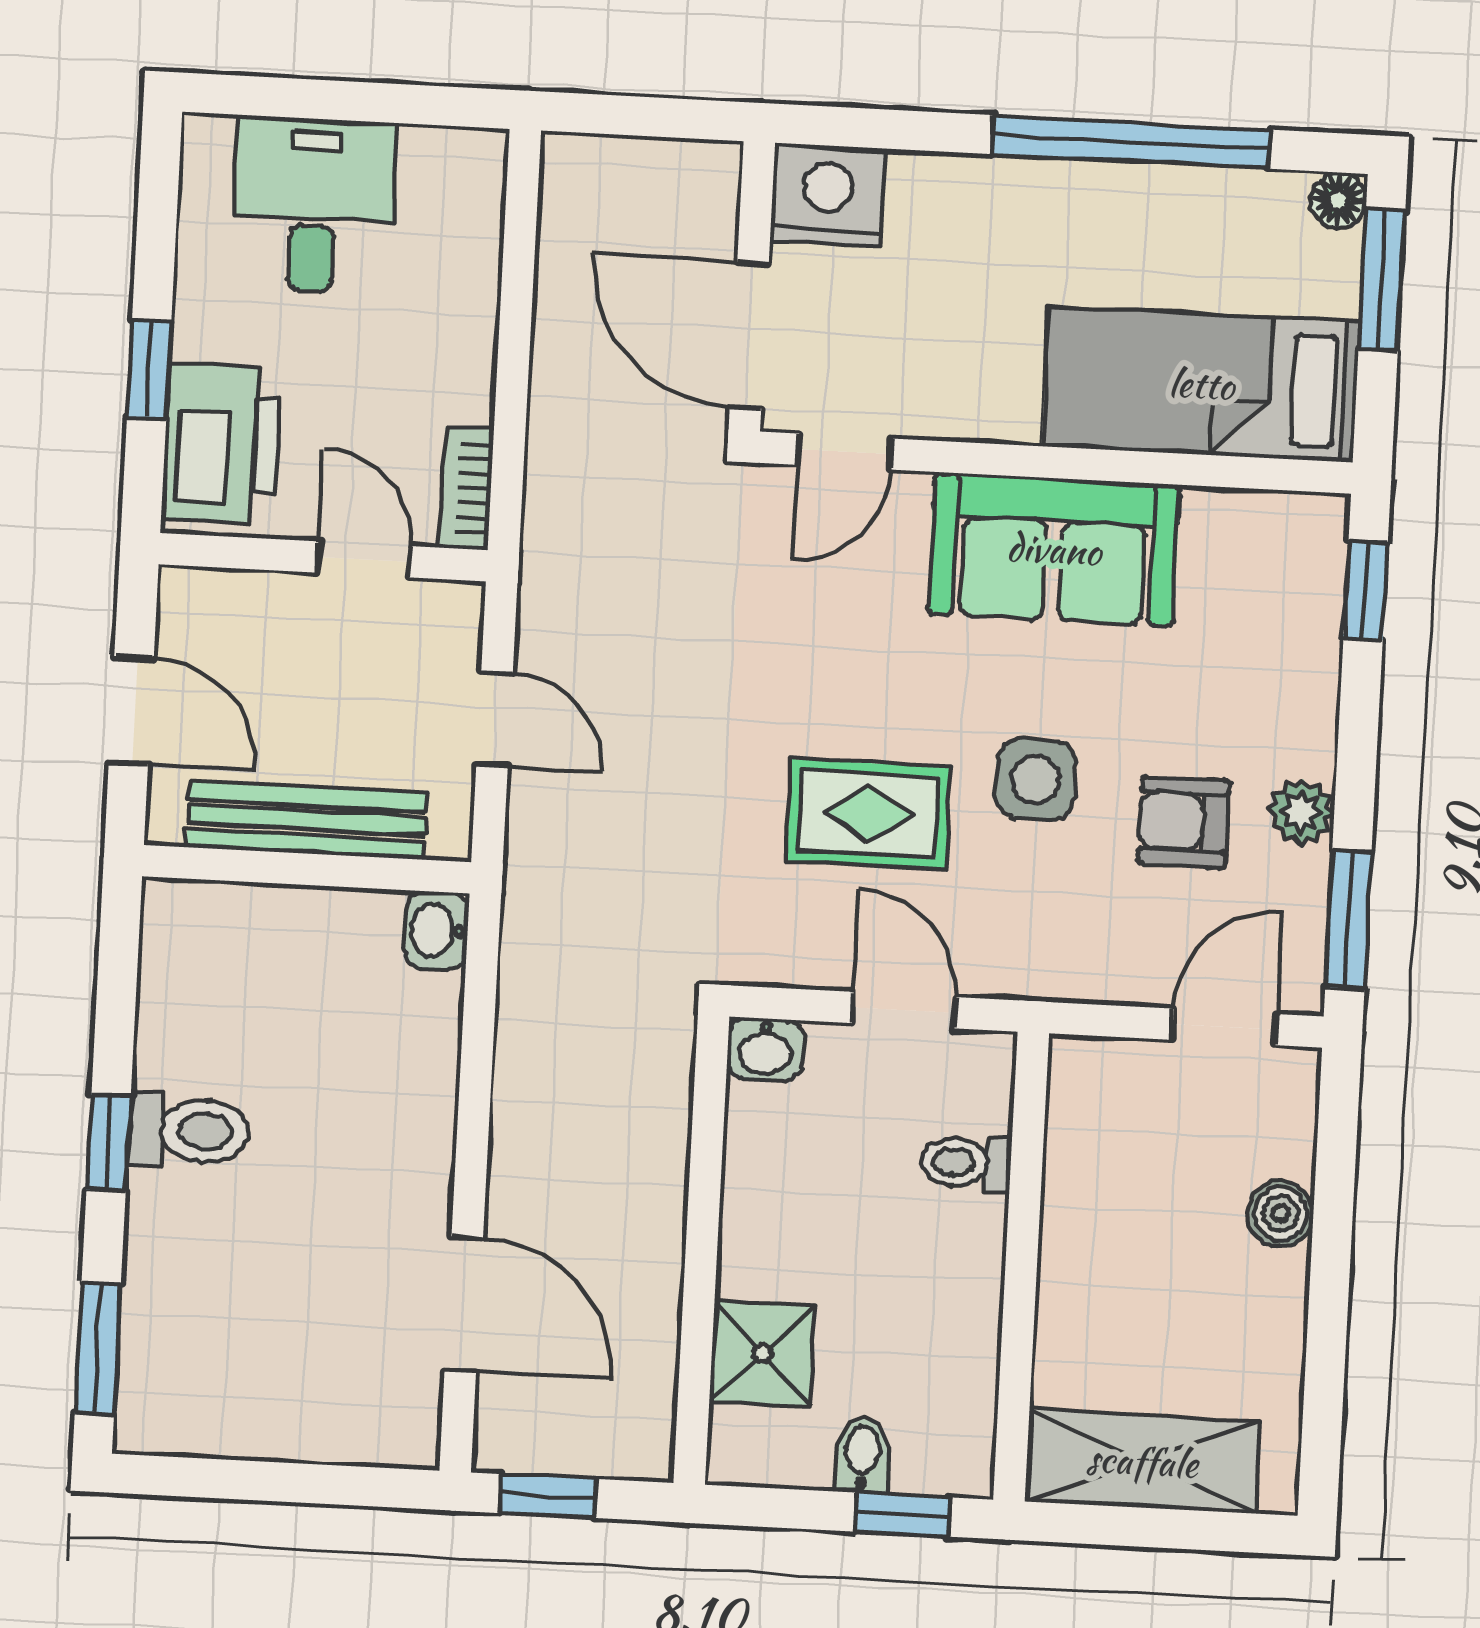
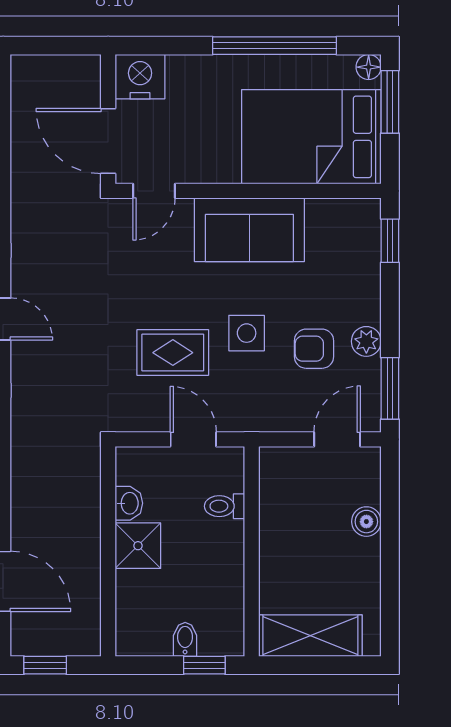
bed: (1201, 384) -> (311, 137), width x1.50
washbasin: (765, 1049) -> (129, 503), moved, turned -90
shower: (762, 1354) -> (138, 546), moved

